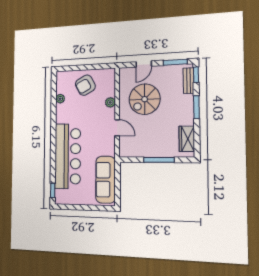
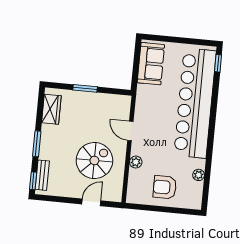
window: (175, 62) -> (55, 199), removed
armchair: (85, 85) -> (165, 187), turned -152
bar counter: (68, 156) -> (195, 103), width x1.36
window: (159, 160) -> (85, 88), width x0.69
sofa: (106, 180) -> (151, 64), width x0.73

